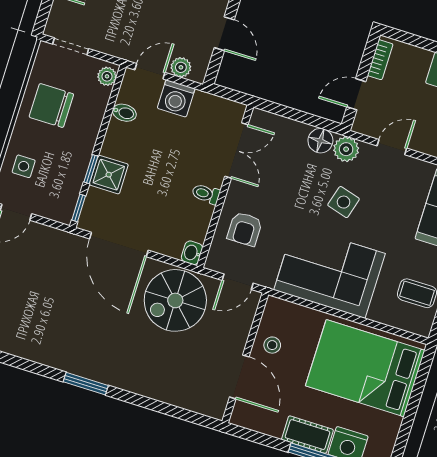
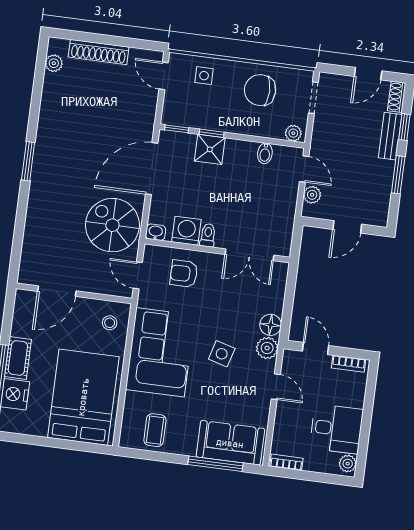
washing machine: (176, 98) -> (186, 231), moved, turned 90
chair: (51, 106) -> (260, 90), turned -90
stool: (272, 345) -> (110, 323), moved

